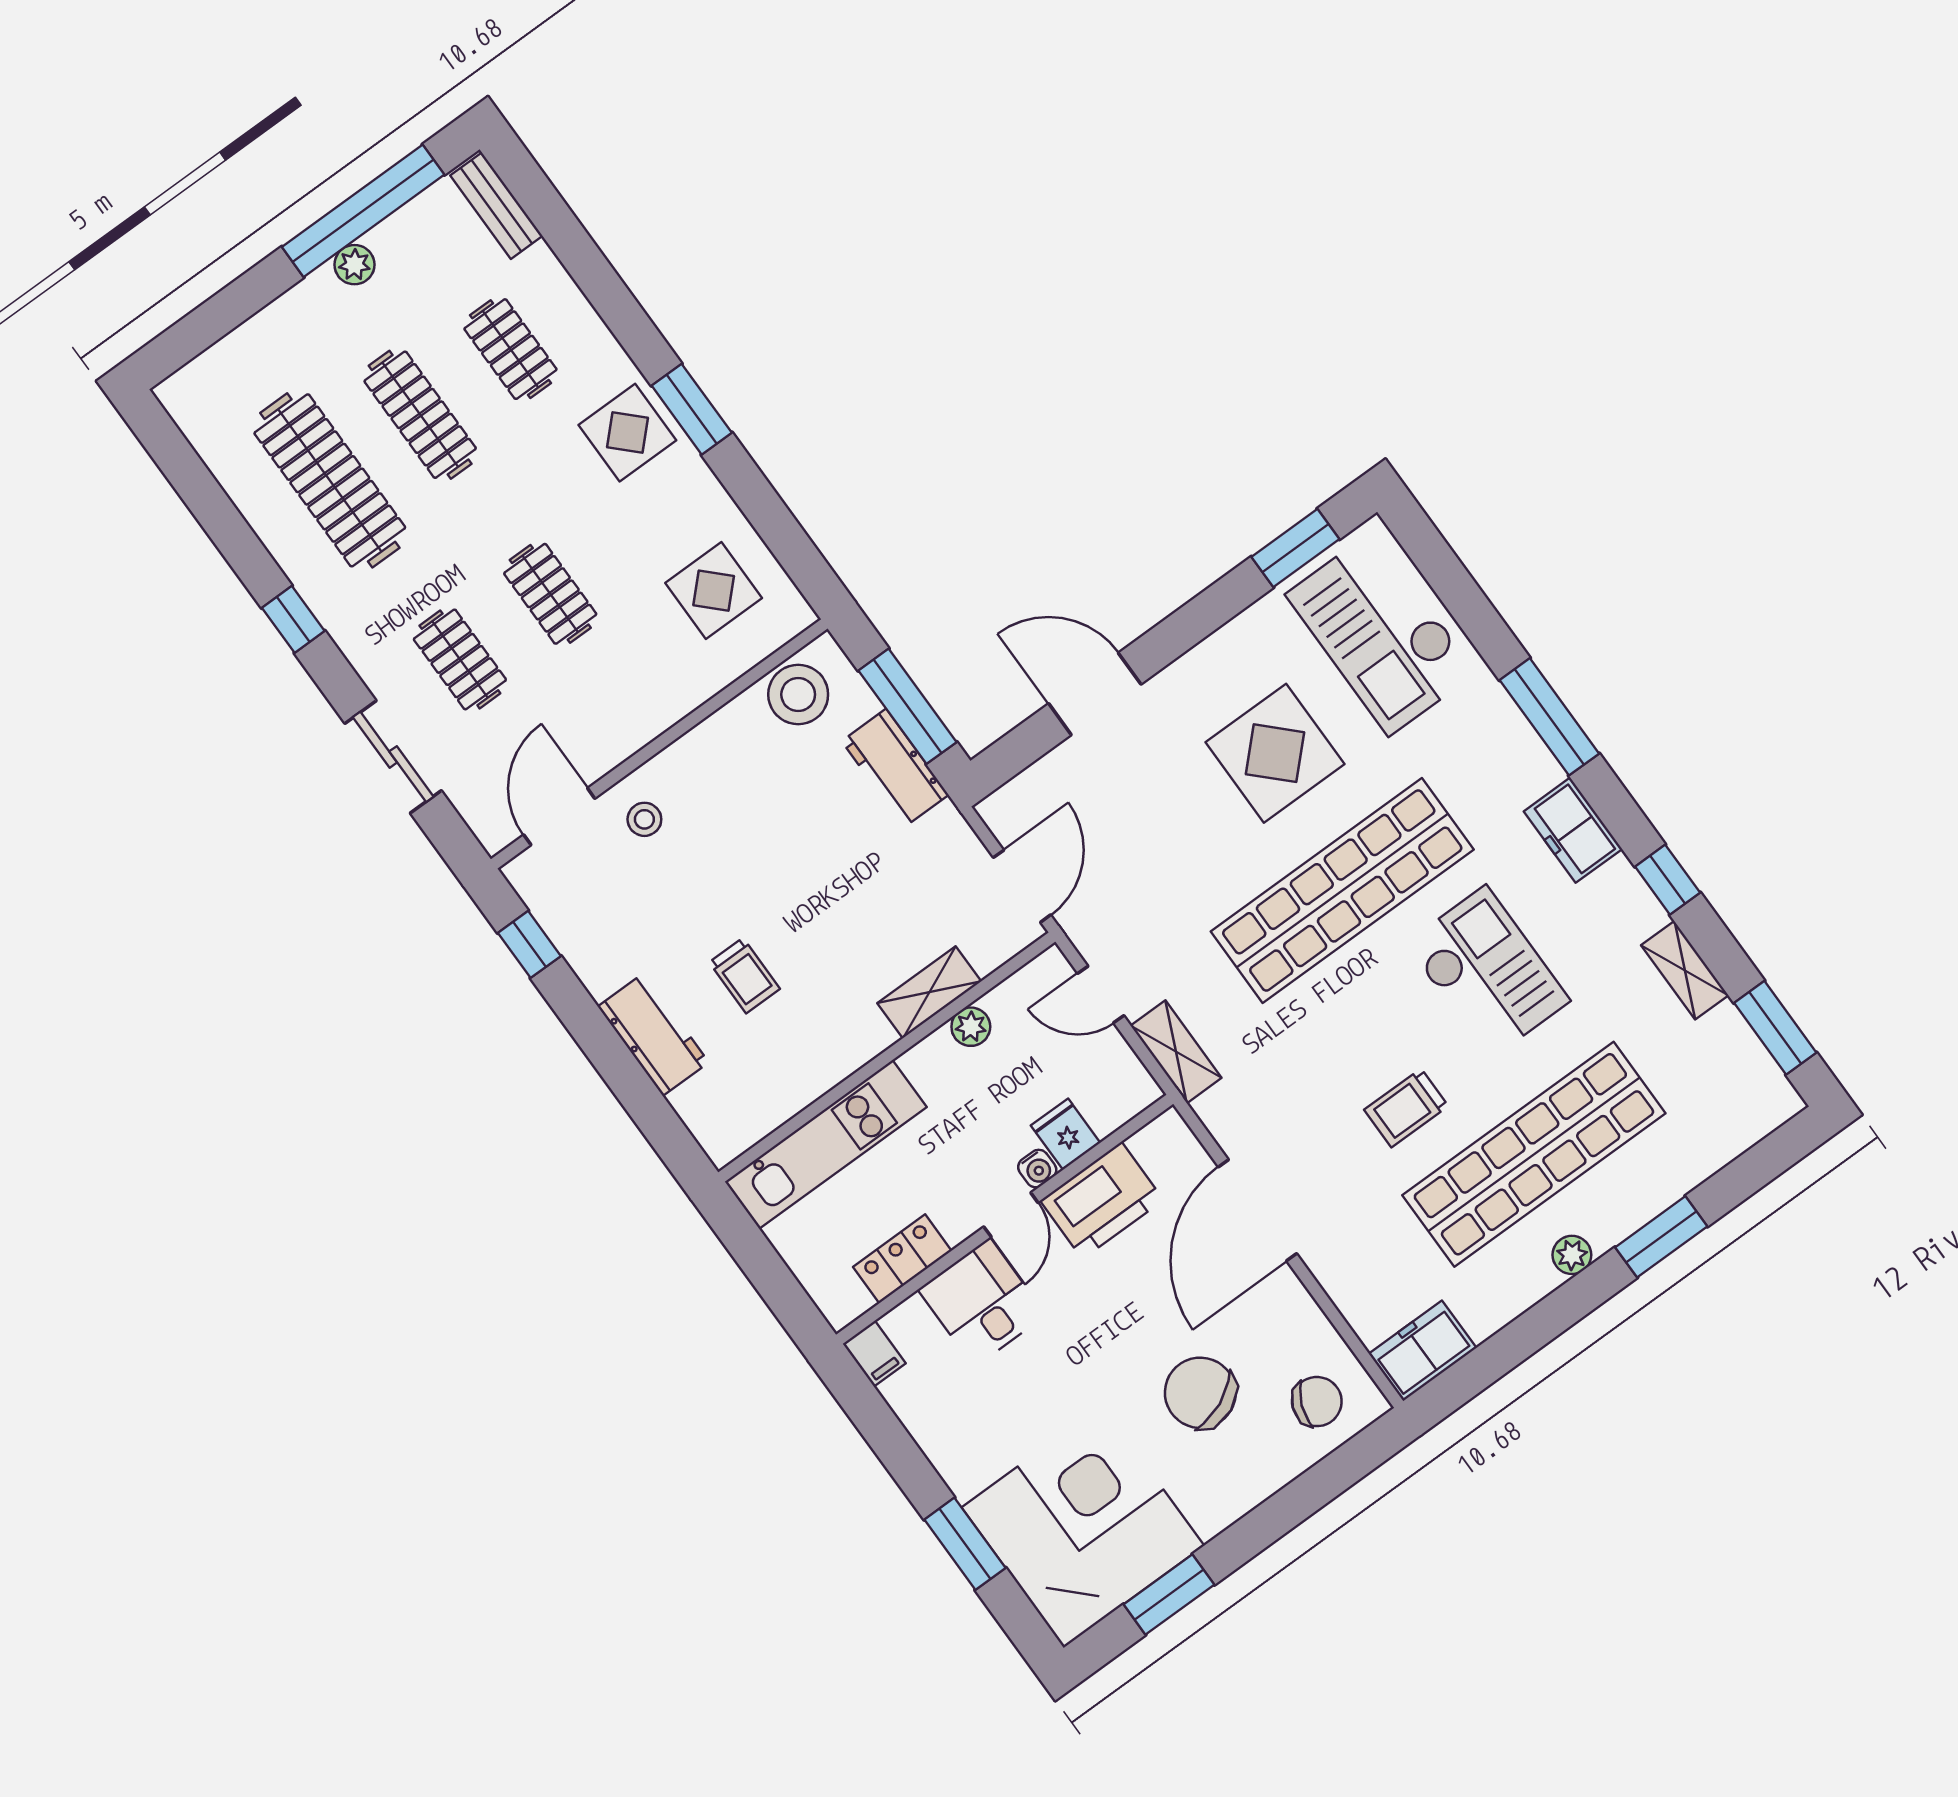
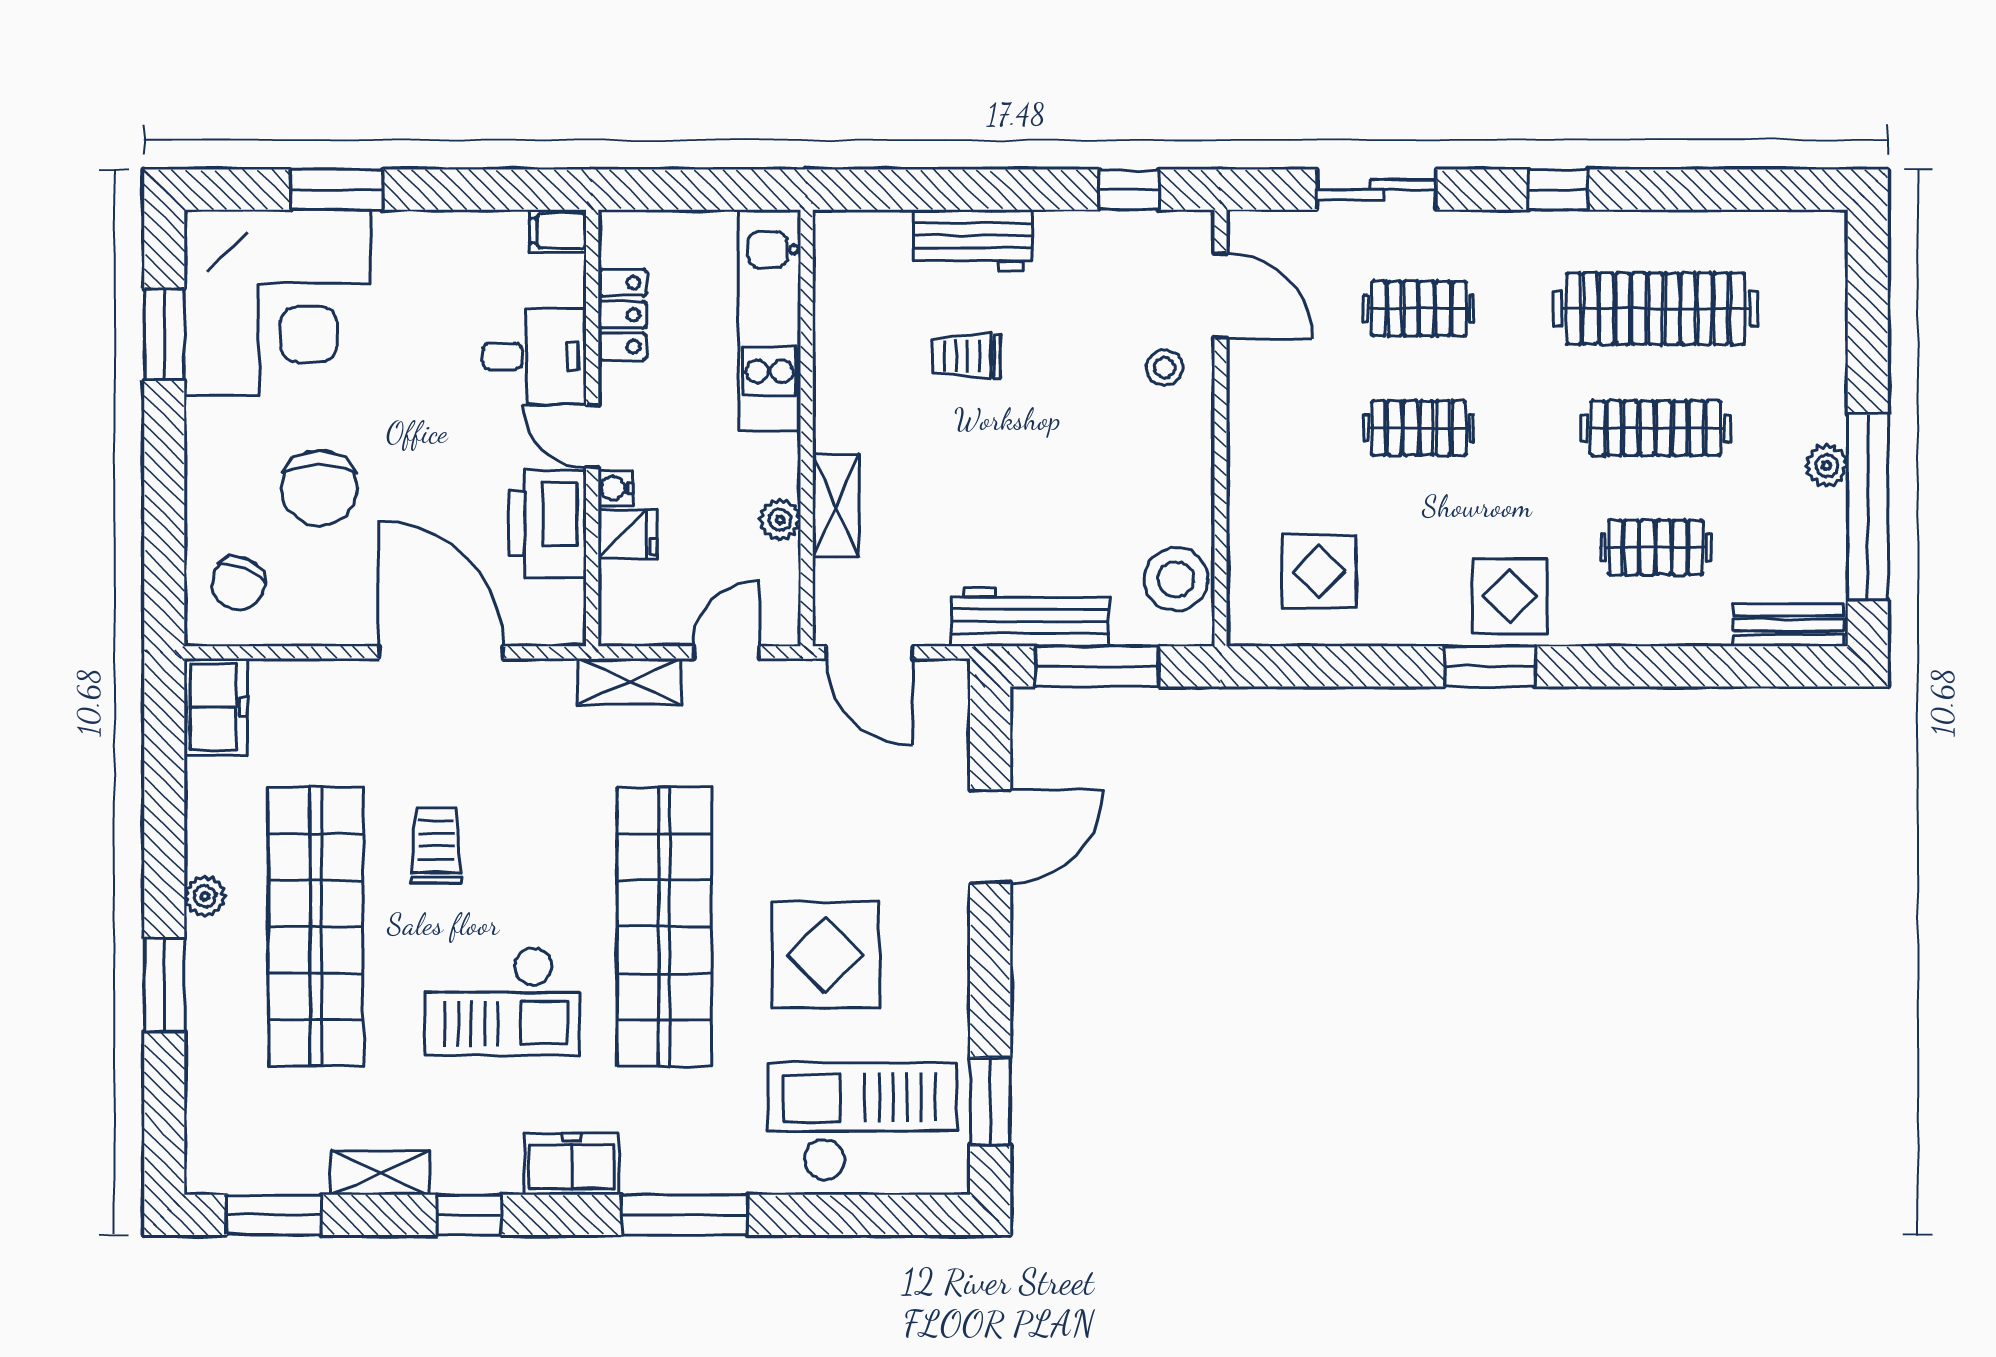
workbench: (895, 768) -> (1030, 617), width x1.38
chair: (1200, 1393) -> (319, 488), turned 114

